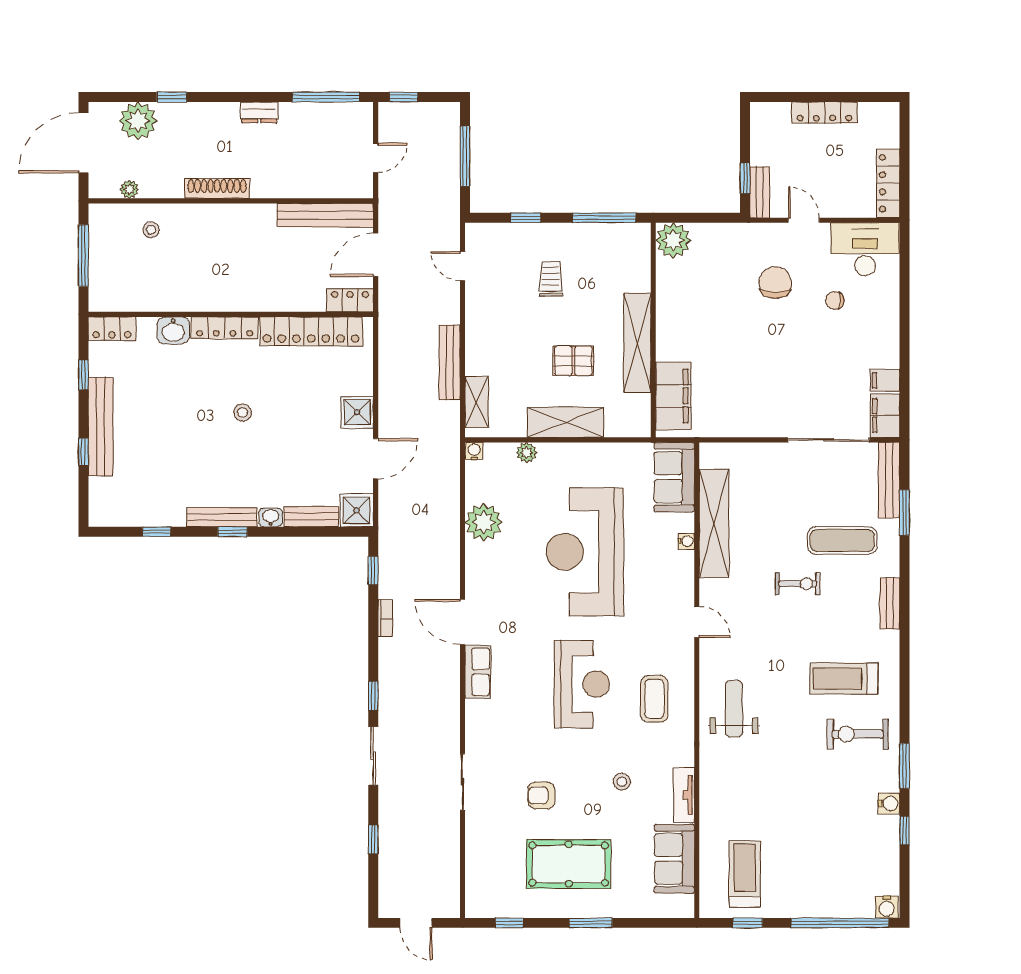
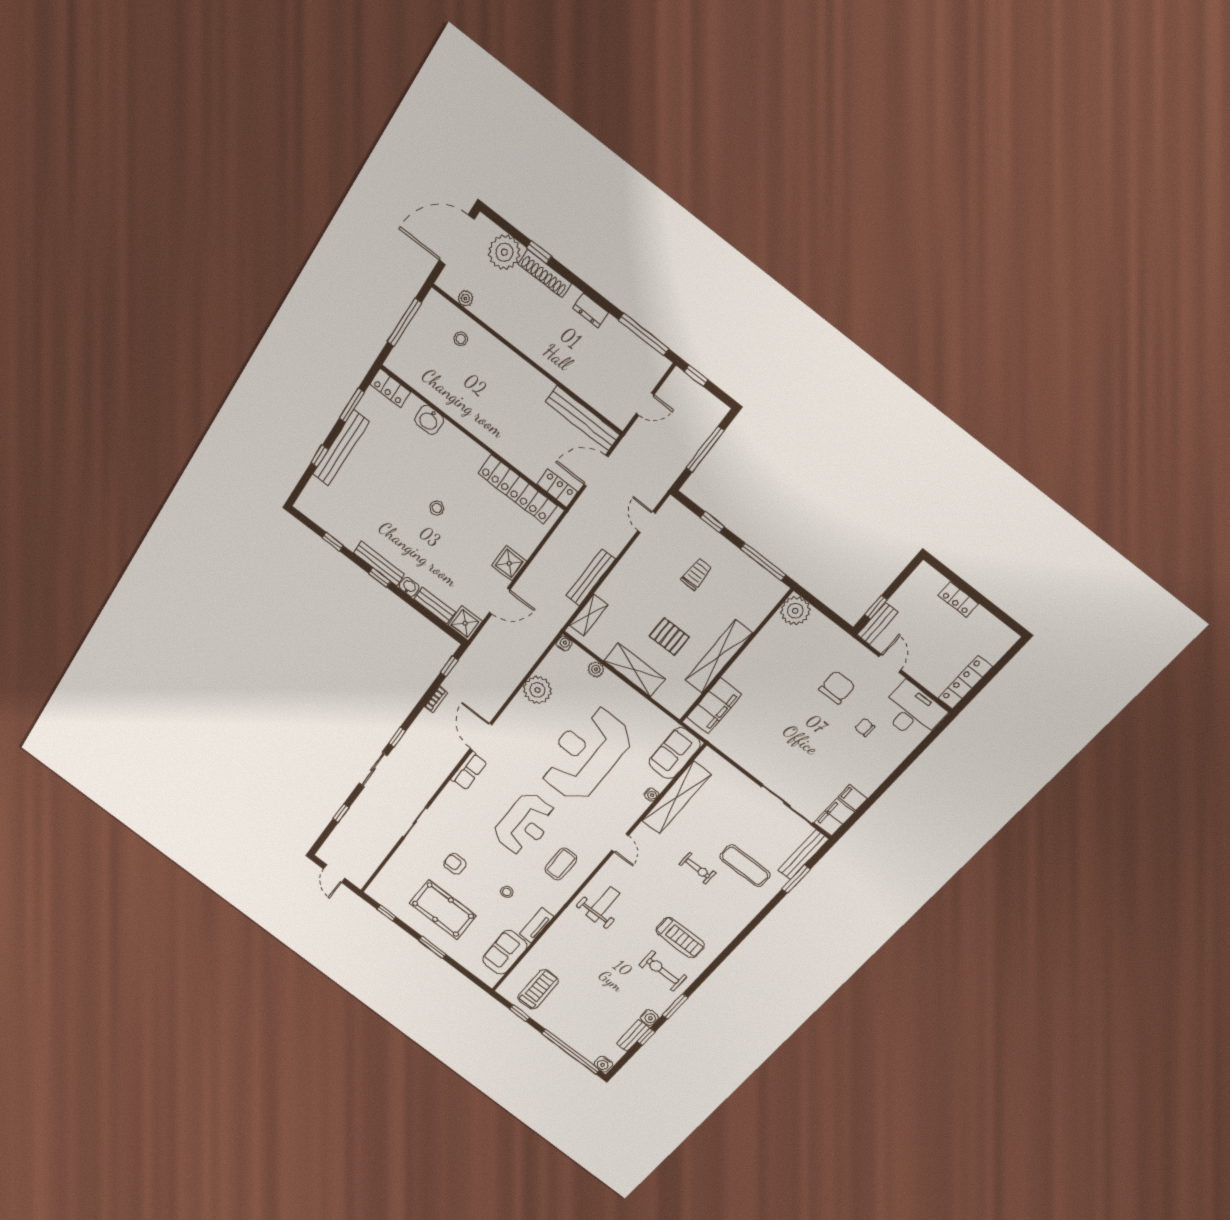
locker: (825, 113) -> (958, 599), width x0.66
shoe rack: (217, 189) -> (545, 274), moved, turned 180
locker: (225, 328) -> (463, 444), removed
window: (83, 375) -> (352, 405), width x1.50
bench: (890, 603) -> (633, 1036), moved
treadmill: (844, 679) -> (680, 938), turned 180

